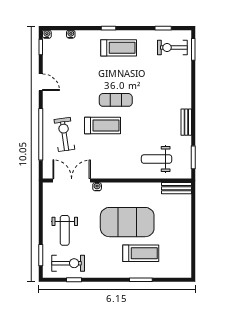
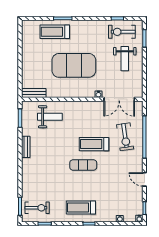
weight bench: (65, 230) -> (125, 59), turned 180
treadmill: (141, 253) -> (55, 32), moved

